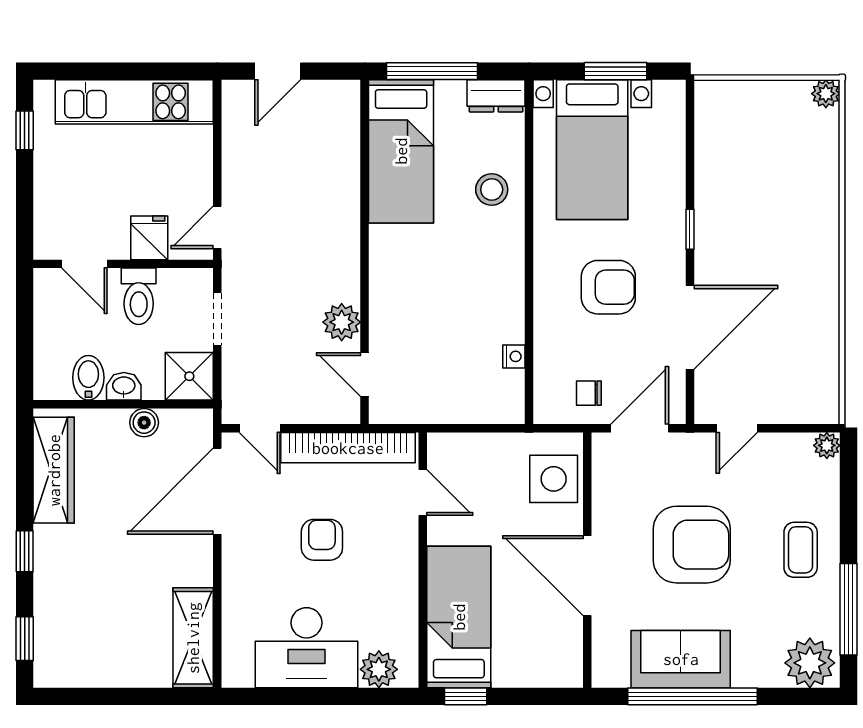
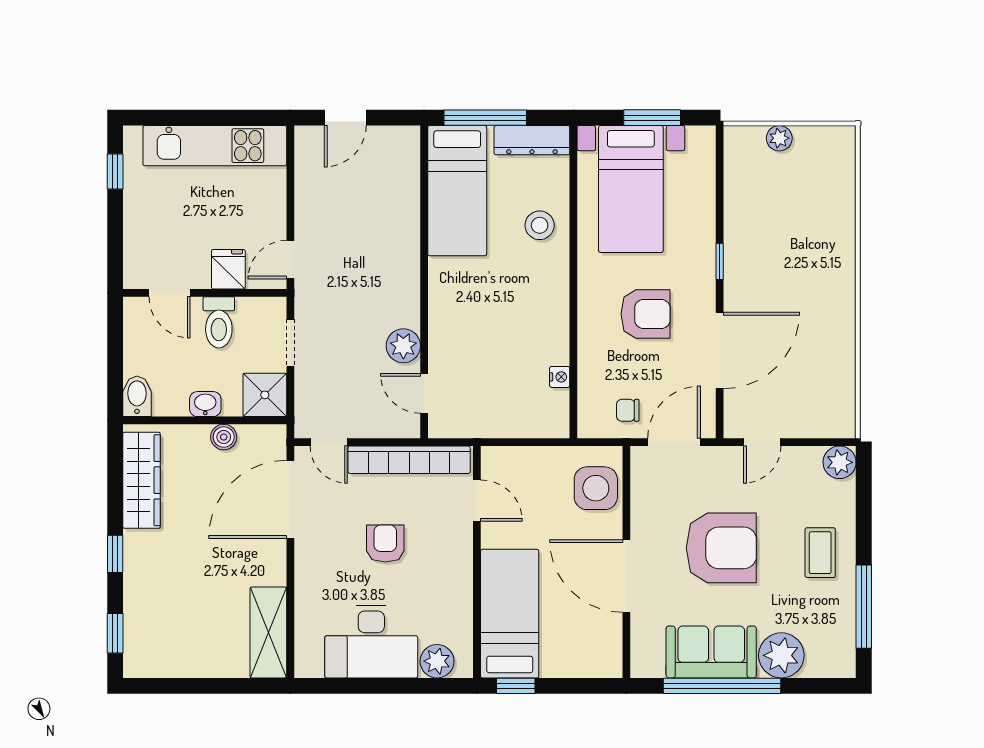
plant: (826, 94) -> (779, 138), moved
dresser: (496, 96) -> (532, 140), width x1.44
bidet: (88, 378) -> (137, 396), moved
plant: (827, 445) -> (840, 462), width x1.38, depth x1.38
plant: (810, 663) -> (781, 655), moved

